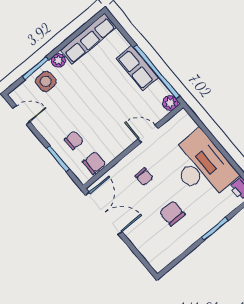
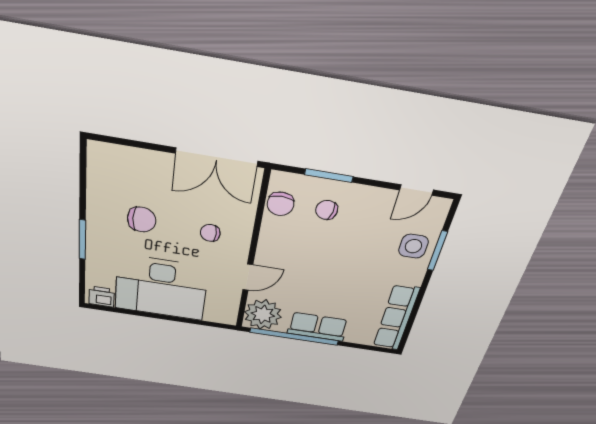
plant: (59, 60) -> (415, 276), removed
plant: (170, 103) -> (263, 315), width x1.88, depth x1.88
chair: (74, 140) -> (327, 210), turned 100

